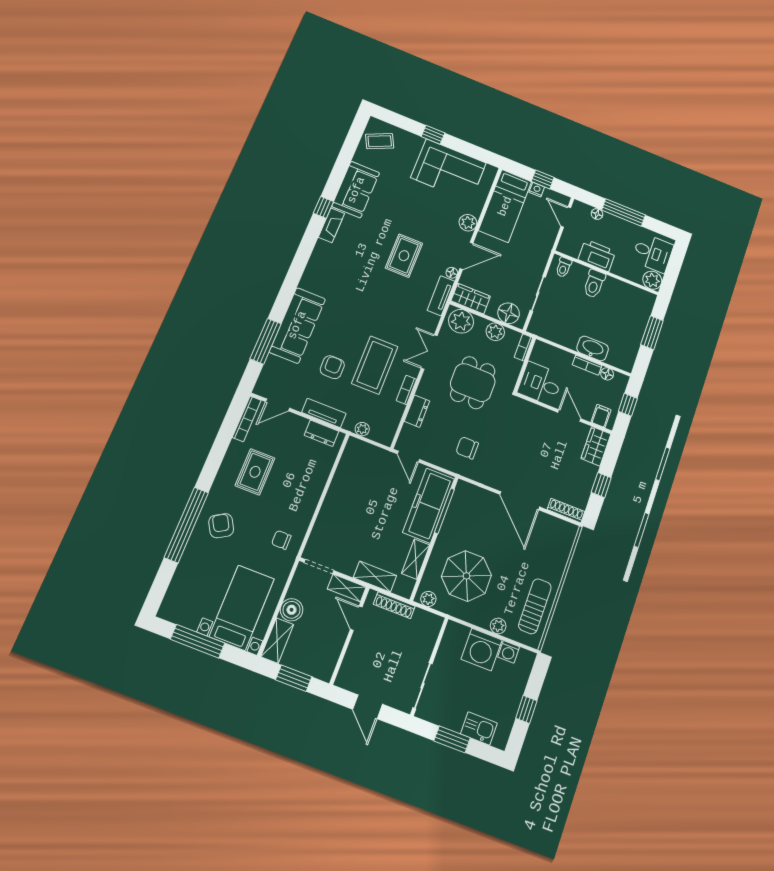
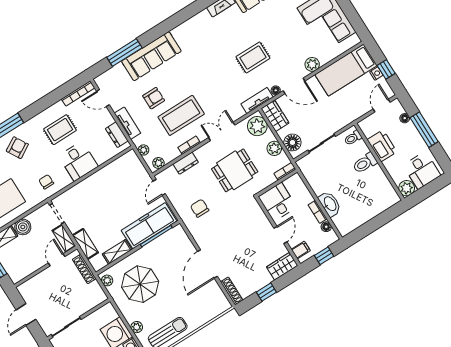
window: (652, 333) -> (378, 222), removed
plant: (388, 431) -> (158, 163), added
desk: (300, 492) -> (78, 161), added

